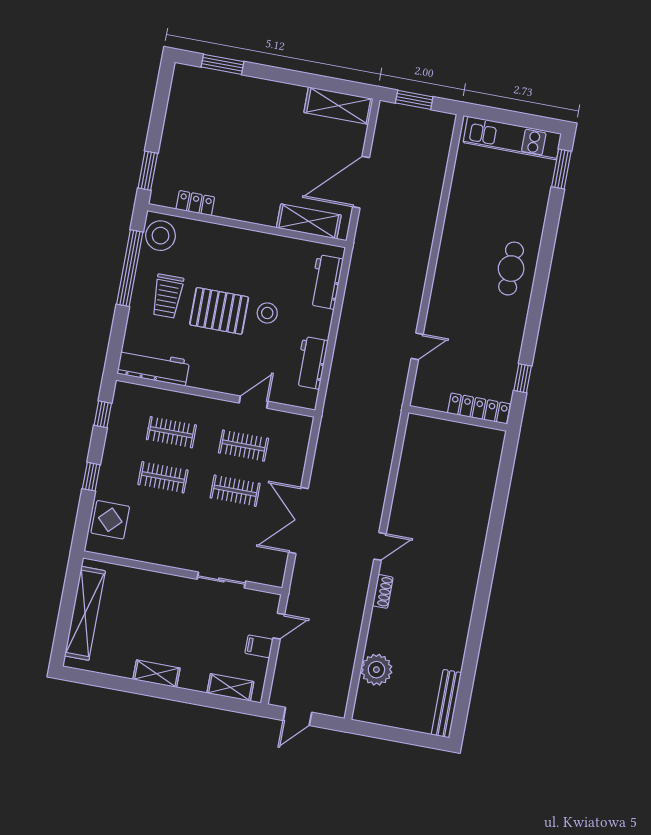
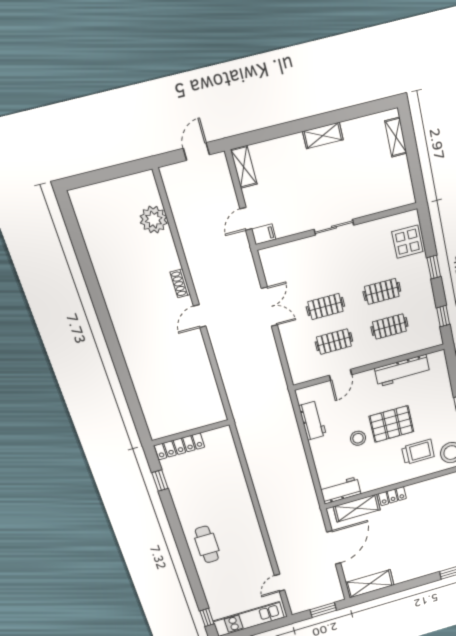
window: (561, 169) -> (207, 617), width x0.67
locker: (195, 203) -> (392, 496), moved
workbench: (326, 282) -> (341, 490), moved, turned -90
trolley: (167, 296) -> (418, 452), moved, turned 90
door: (417, 346) -> (280, 583), moved
workbench: (153, 367) -> (402, 371), moved
double door: (298, 520) -> (269, 307), width x0.73
sliding door: (221, 580) -> (334, 227), moved
shelving: (85, 613) -> (396, 137), width x0.45, depth x0.75
filing cabinet: (259, 646) -> (264, 234), moved
shelving: (230, 687) -> (244, 167), moved, turned 90
bench: (446, 704) -> (84, 218), removed

